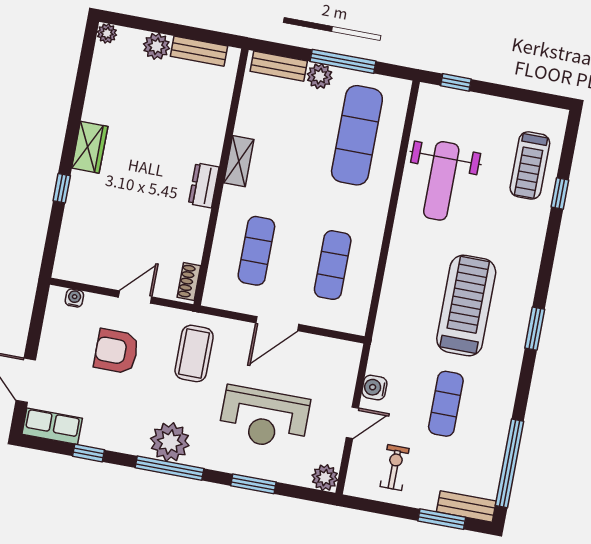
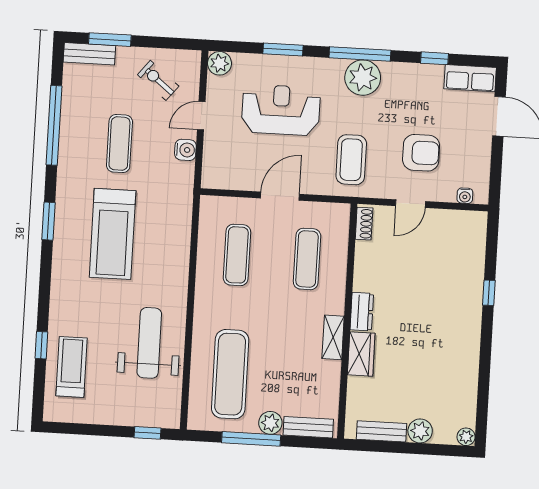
wardrobe: (90, 147) -> (361, 354), moved, turned 180
window: (509, 463) -> (54, 125), moved
exercise bike: (395, 467) -> (158, 80), turned 129

